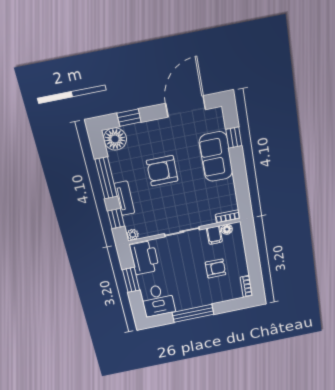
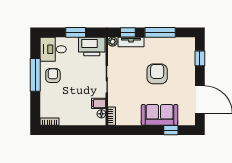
floor lamp: (115, 139) -> (187, 45), removed
tv unit: (124, 198) -> (131, 42), moved
armchair: (215, 268) -> (53, 76), moved, turned 180

